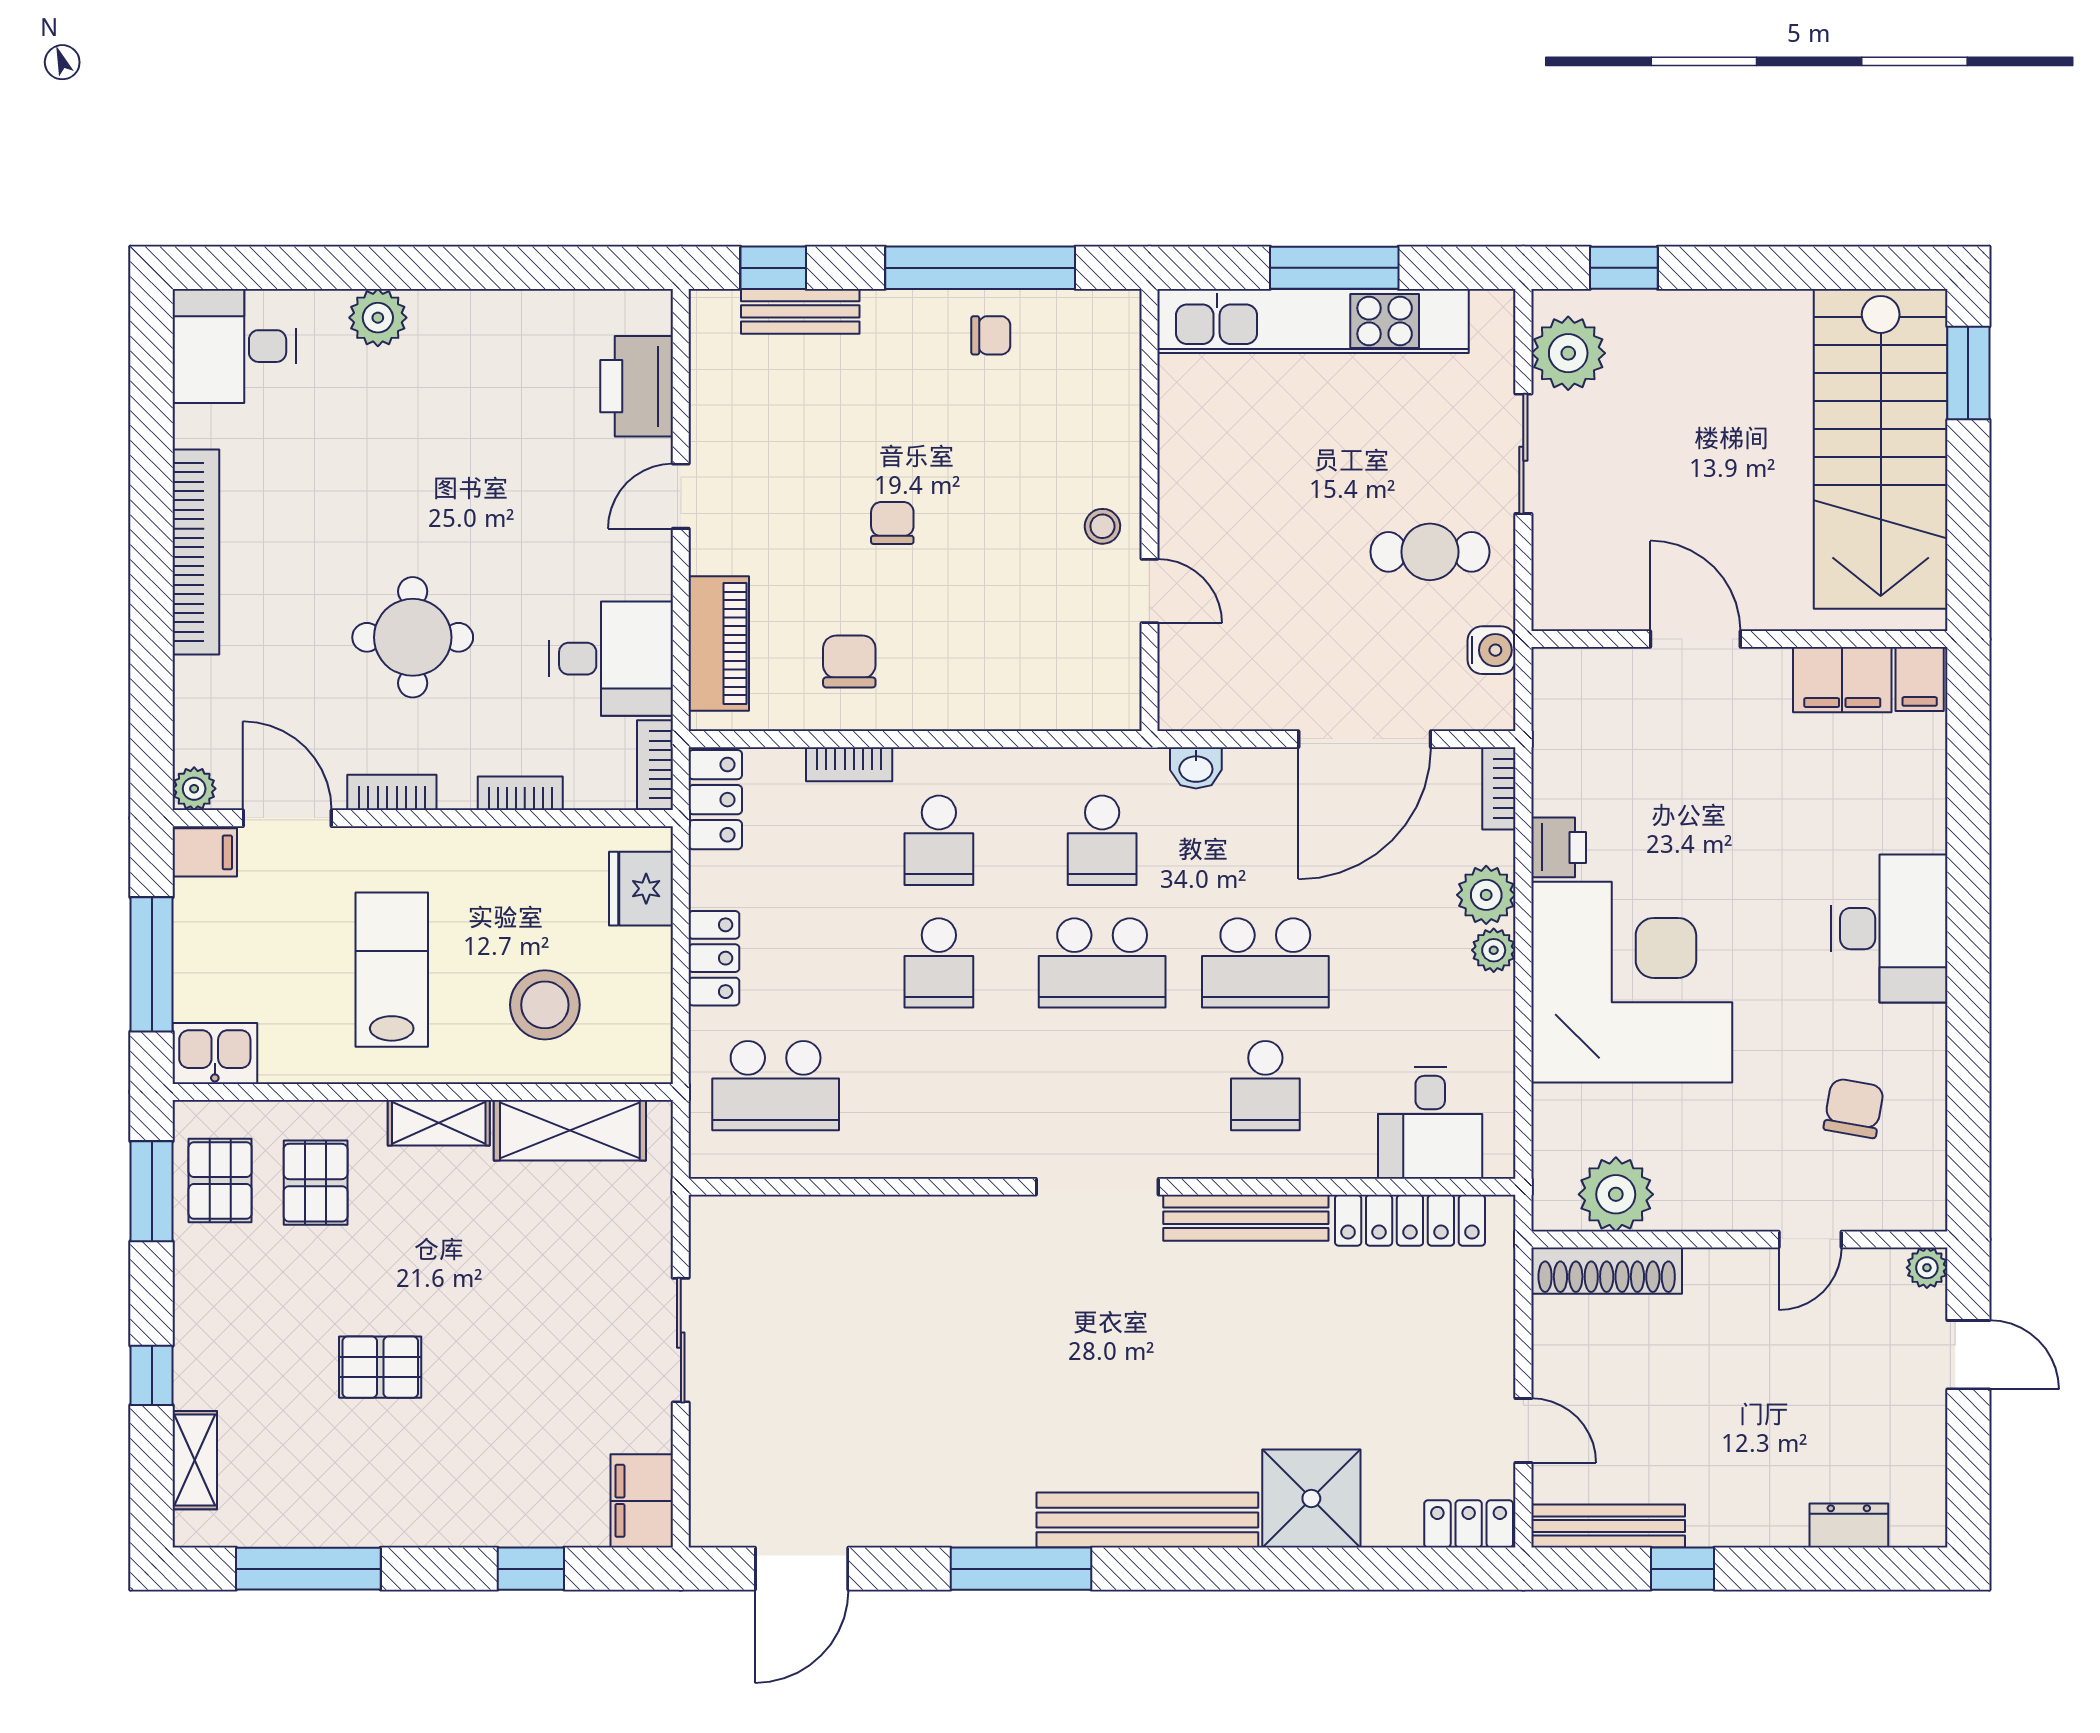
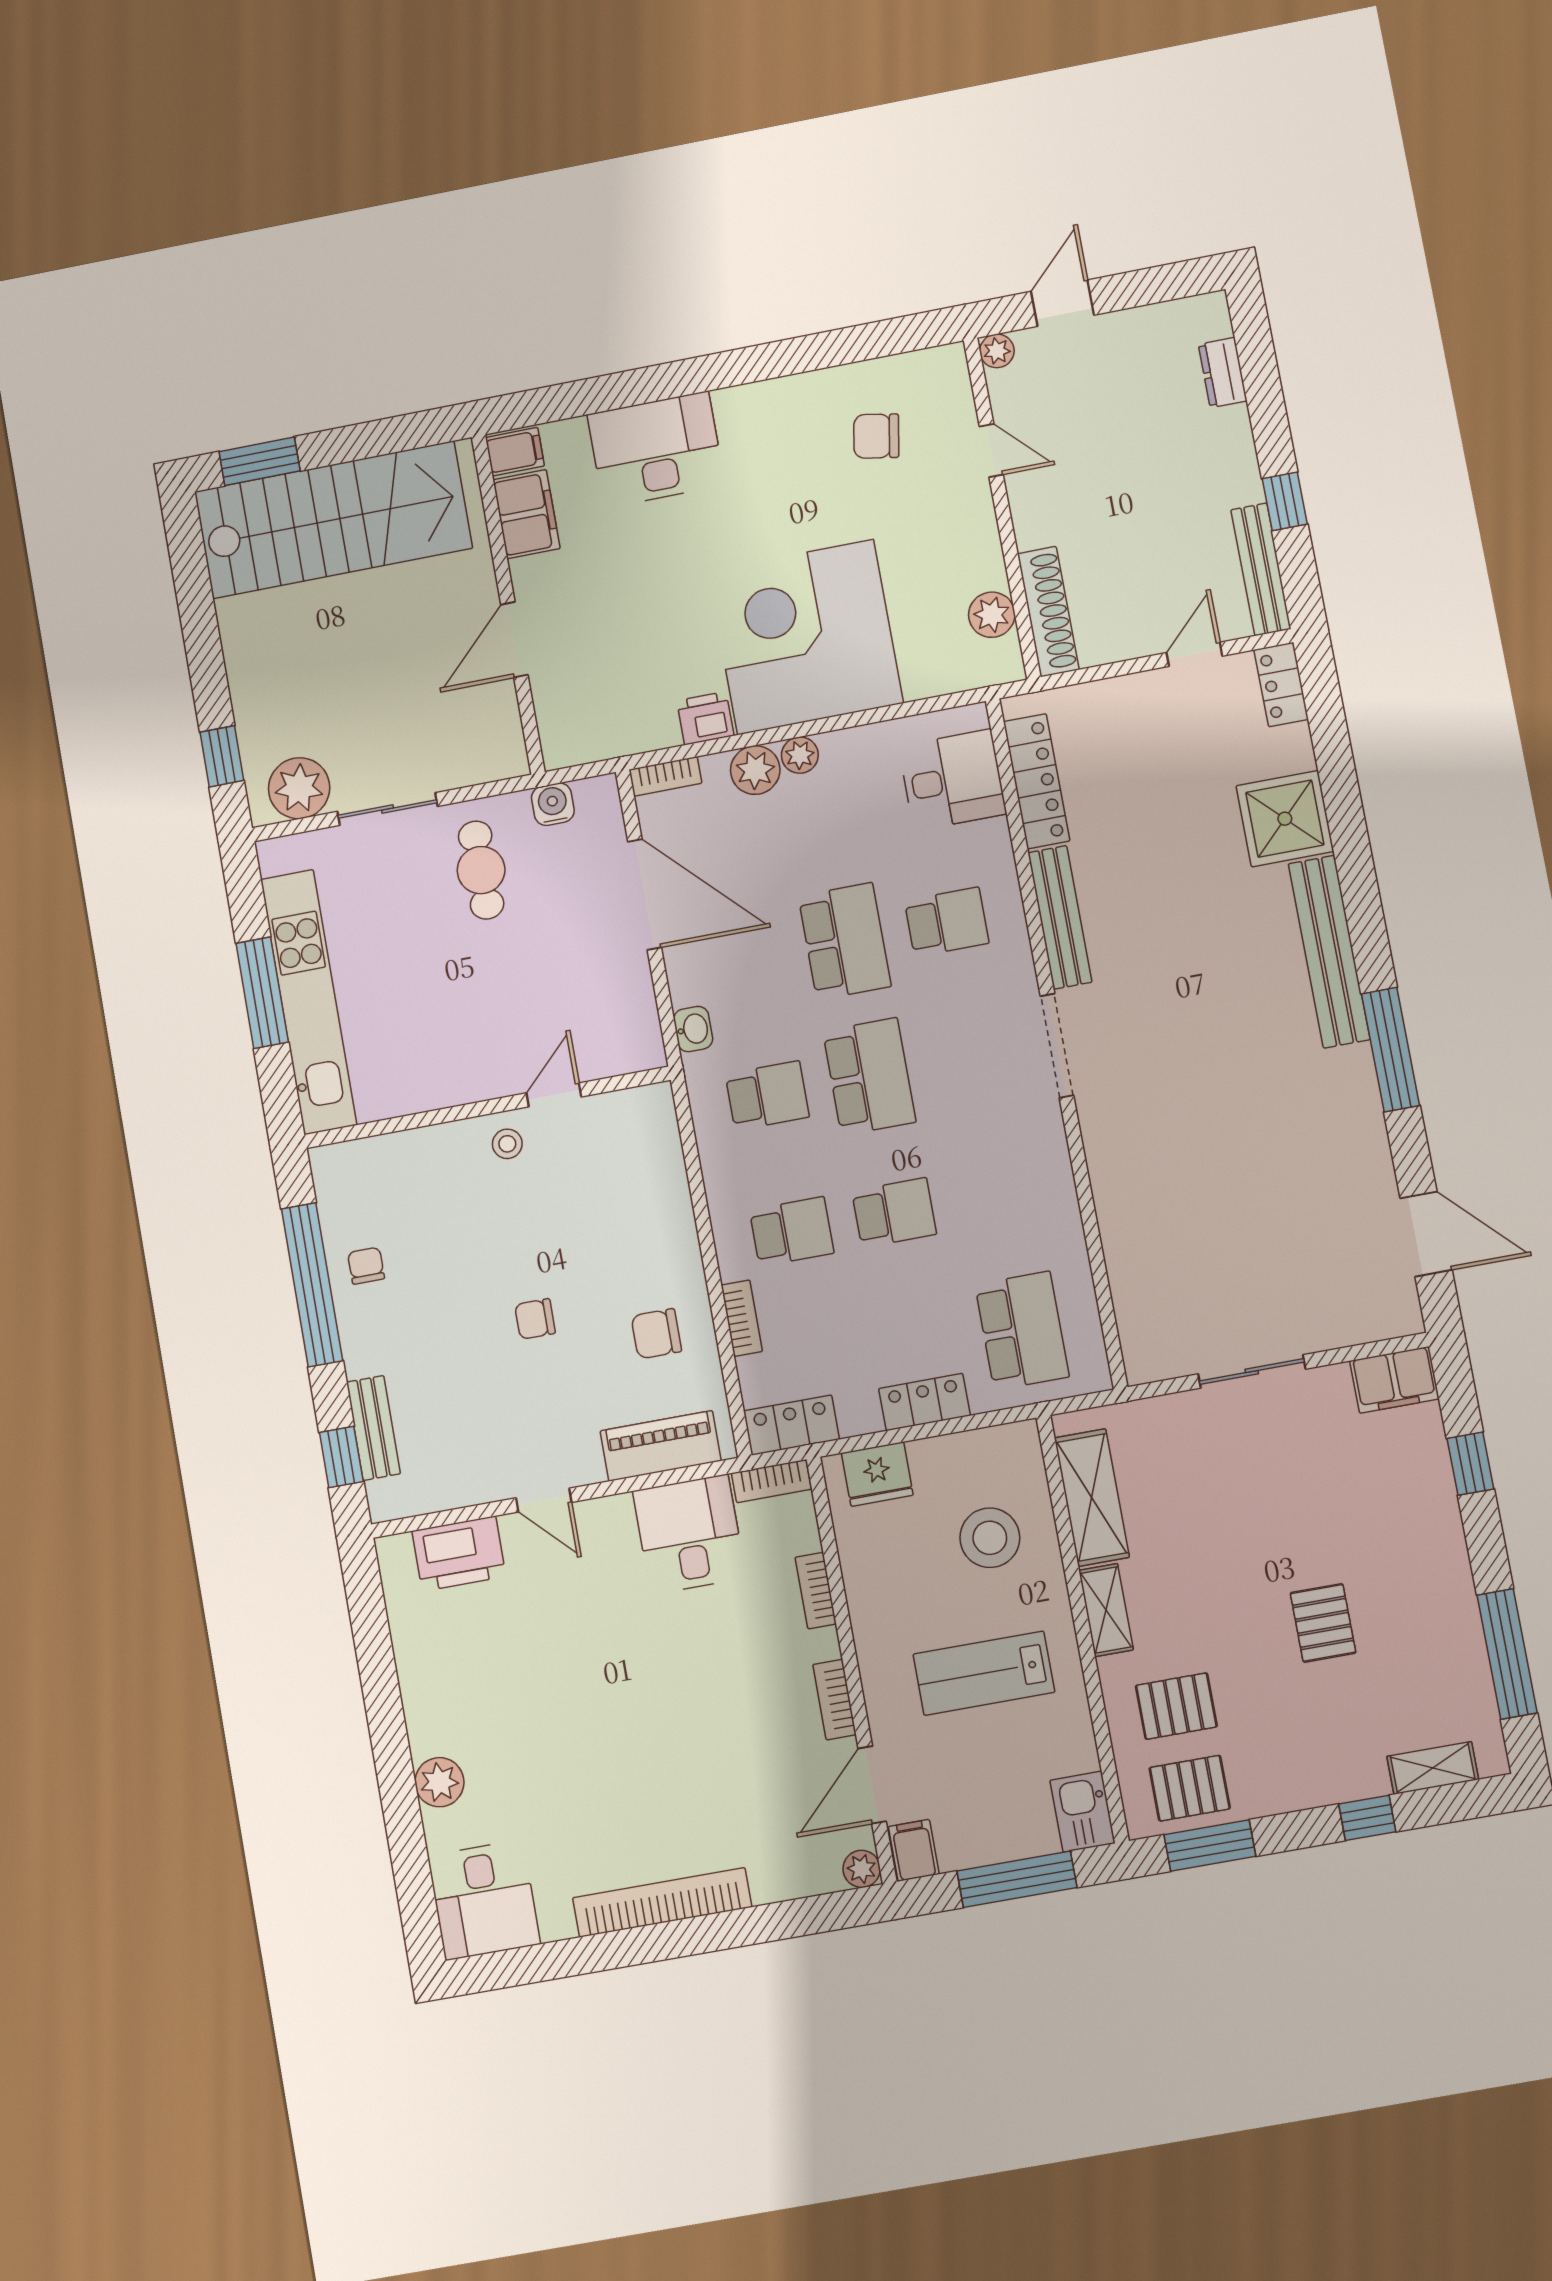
round table: (413, 637) -> (701, 1705), removed
desk: (1889, 929) -> (656, 450), moved
plant: (1616, 1194) -> (992, 615), width x0.73, depth x0.73

